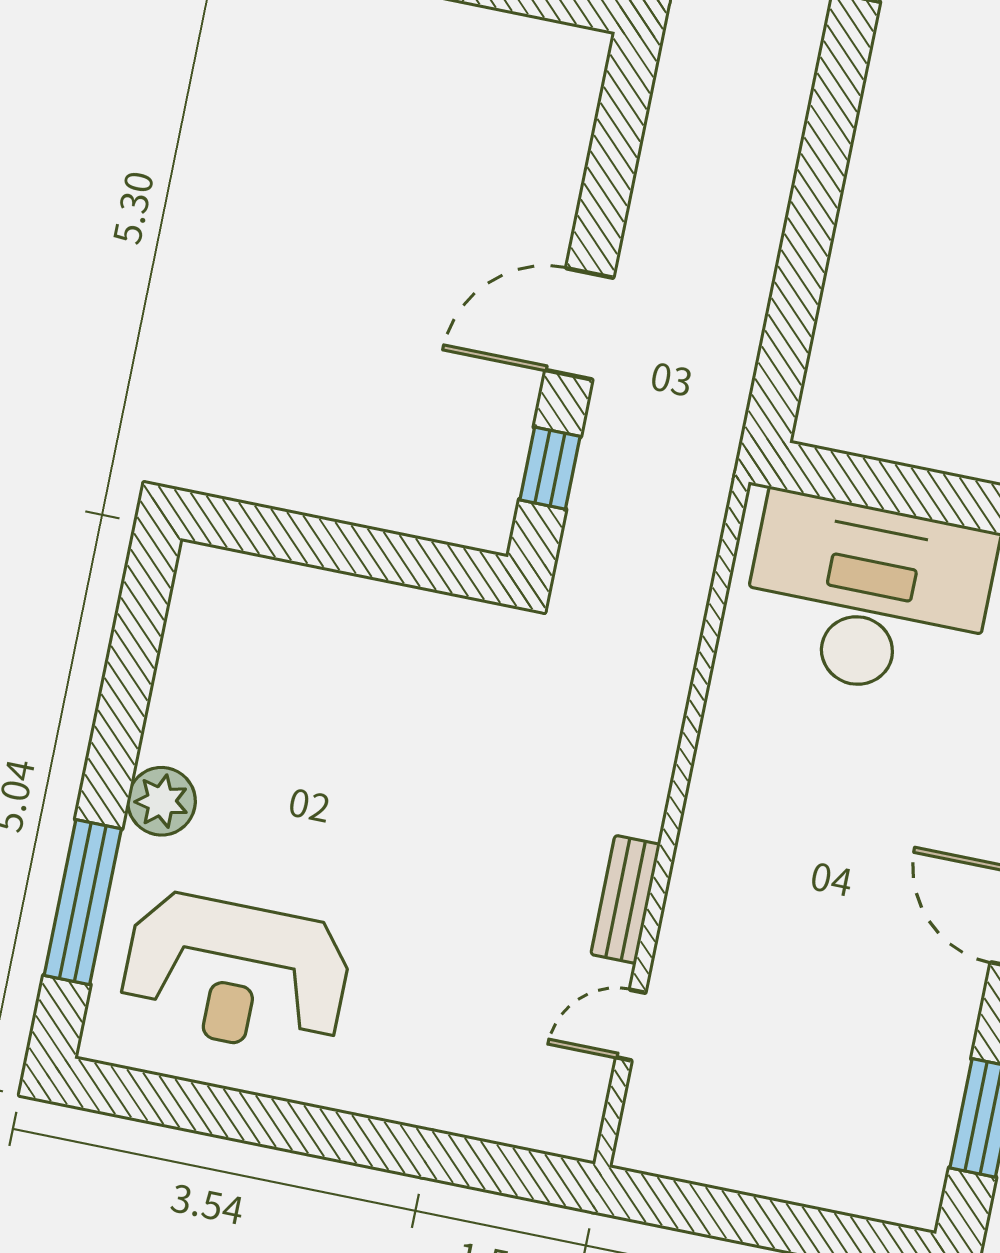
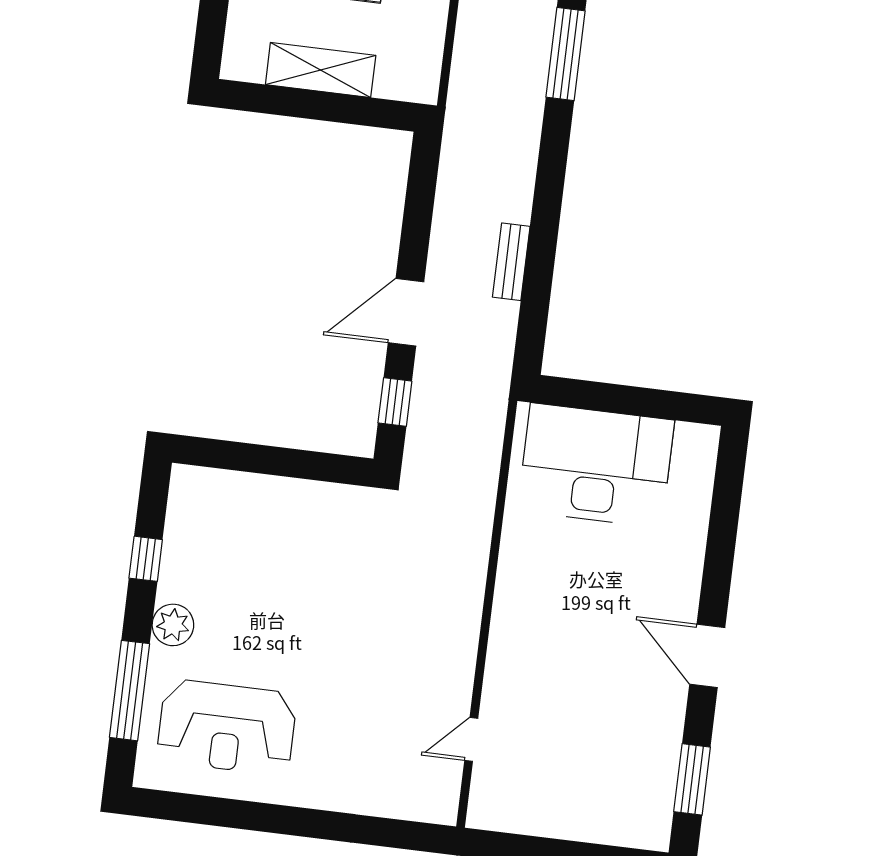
window: (126, 691) -> (146, 559), added
bench: (626, 899) -> (511, 262), moved

